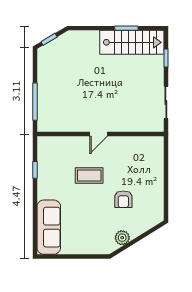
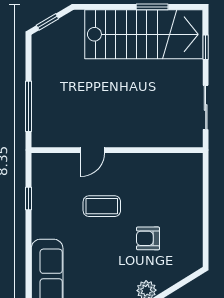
stairs: (132, 42) -> (144, 34), width x1.36, depth x1.51
door: (99, 134) -> (93, 150), moved
armchair: (123, 199) -> (148, 238), turned 90

